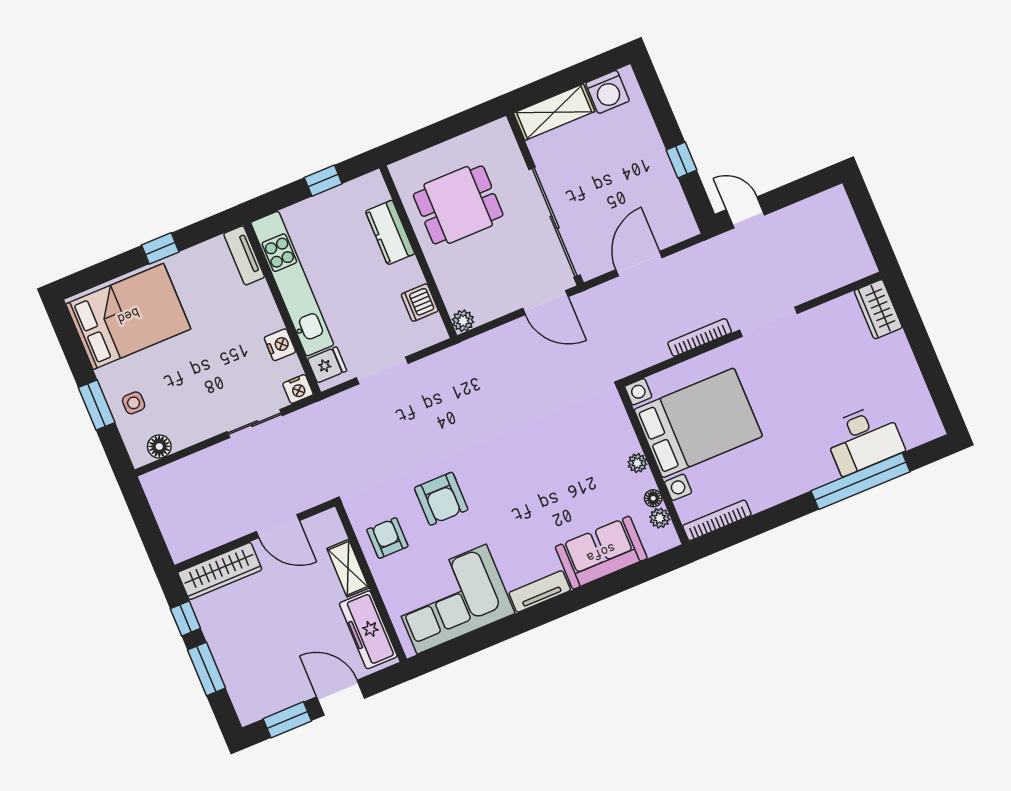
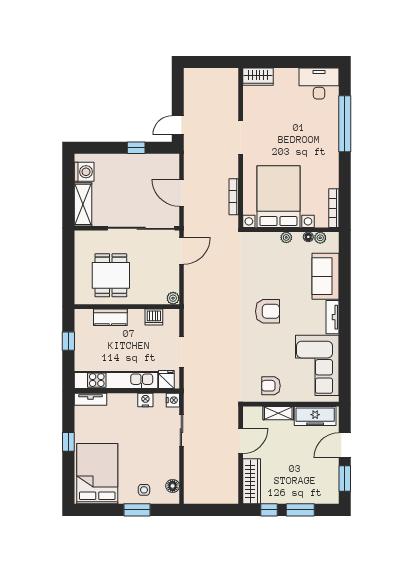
bookcase: (700, 338) -> (234, 197), moved
desk: (864, 439) -> (319, 83), moved, turned -90
armchair: (441, 499) -> (268, 311), moved

